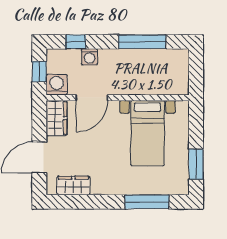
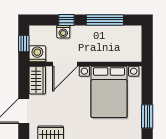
window: (76, 42) -> (66, 20), moved
bed with nightstands: (148, 133) -> (109, 92), width x1.36

